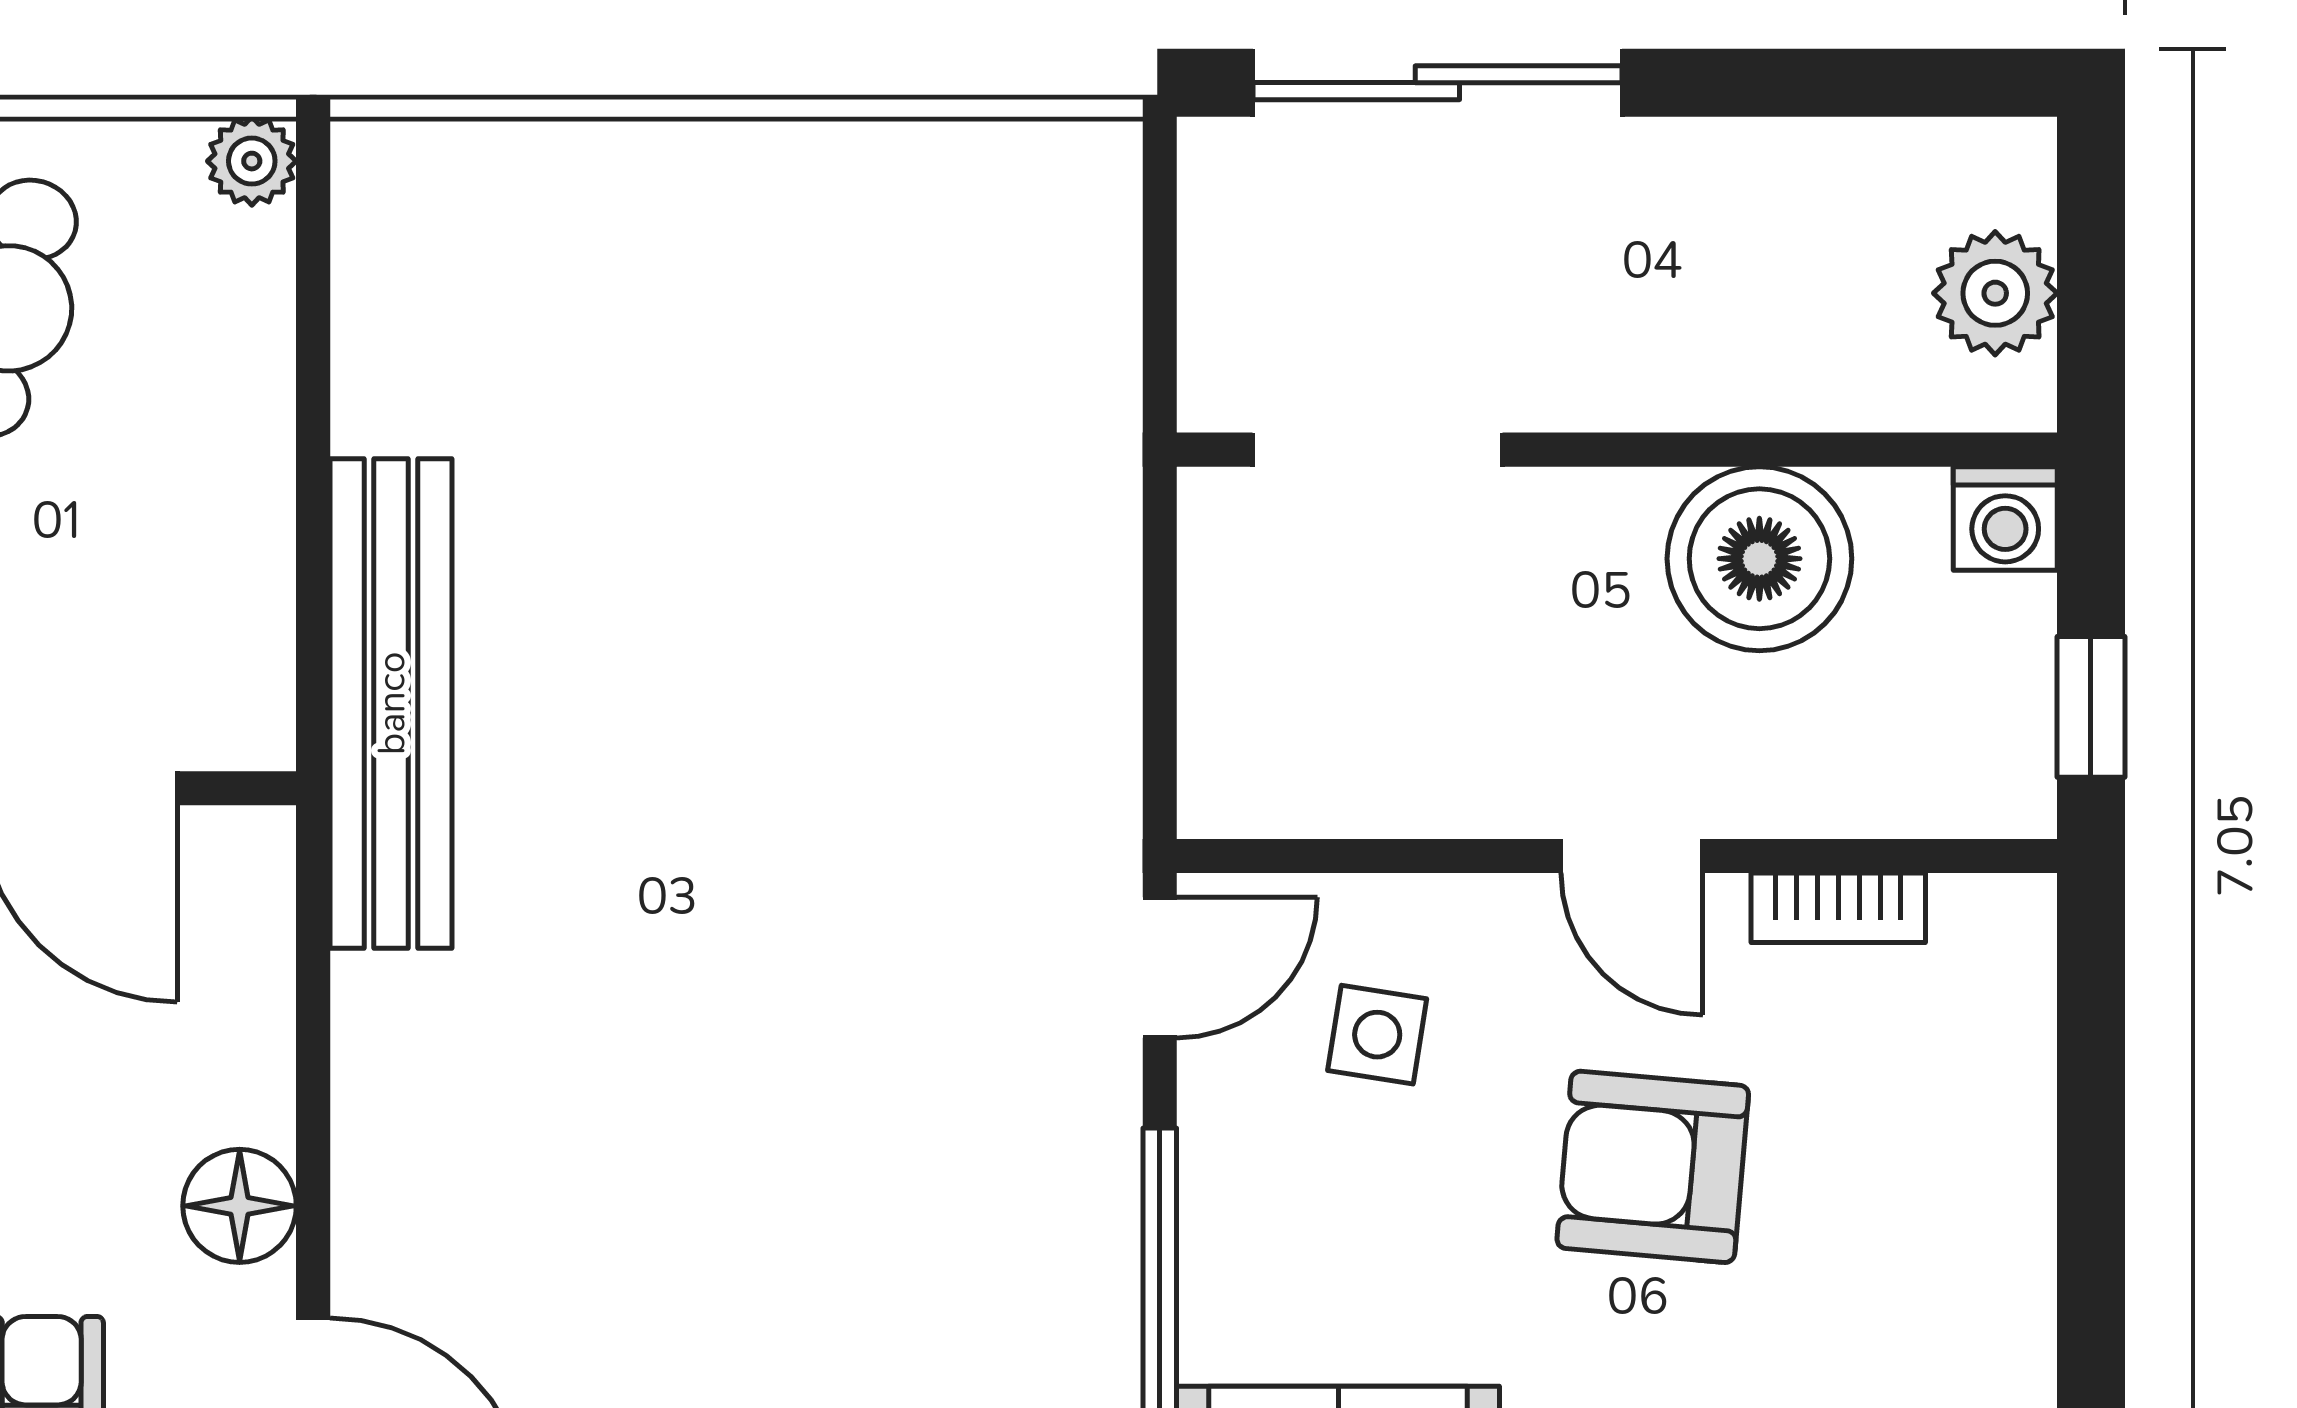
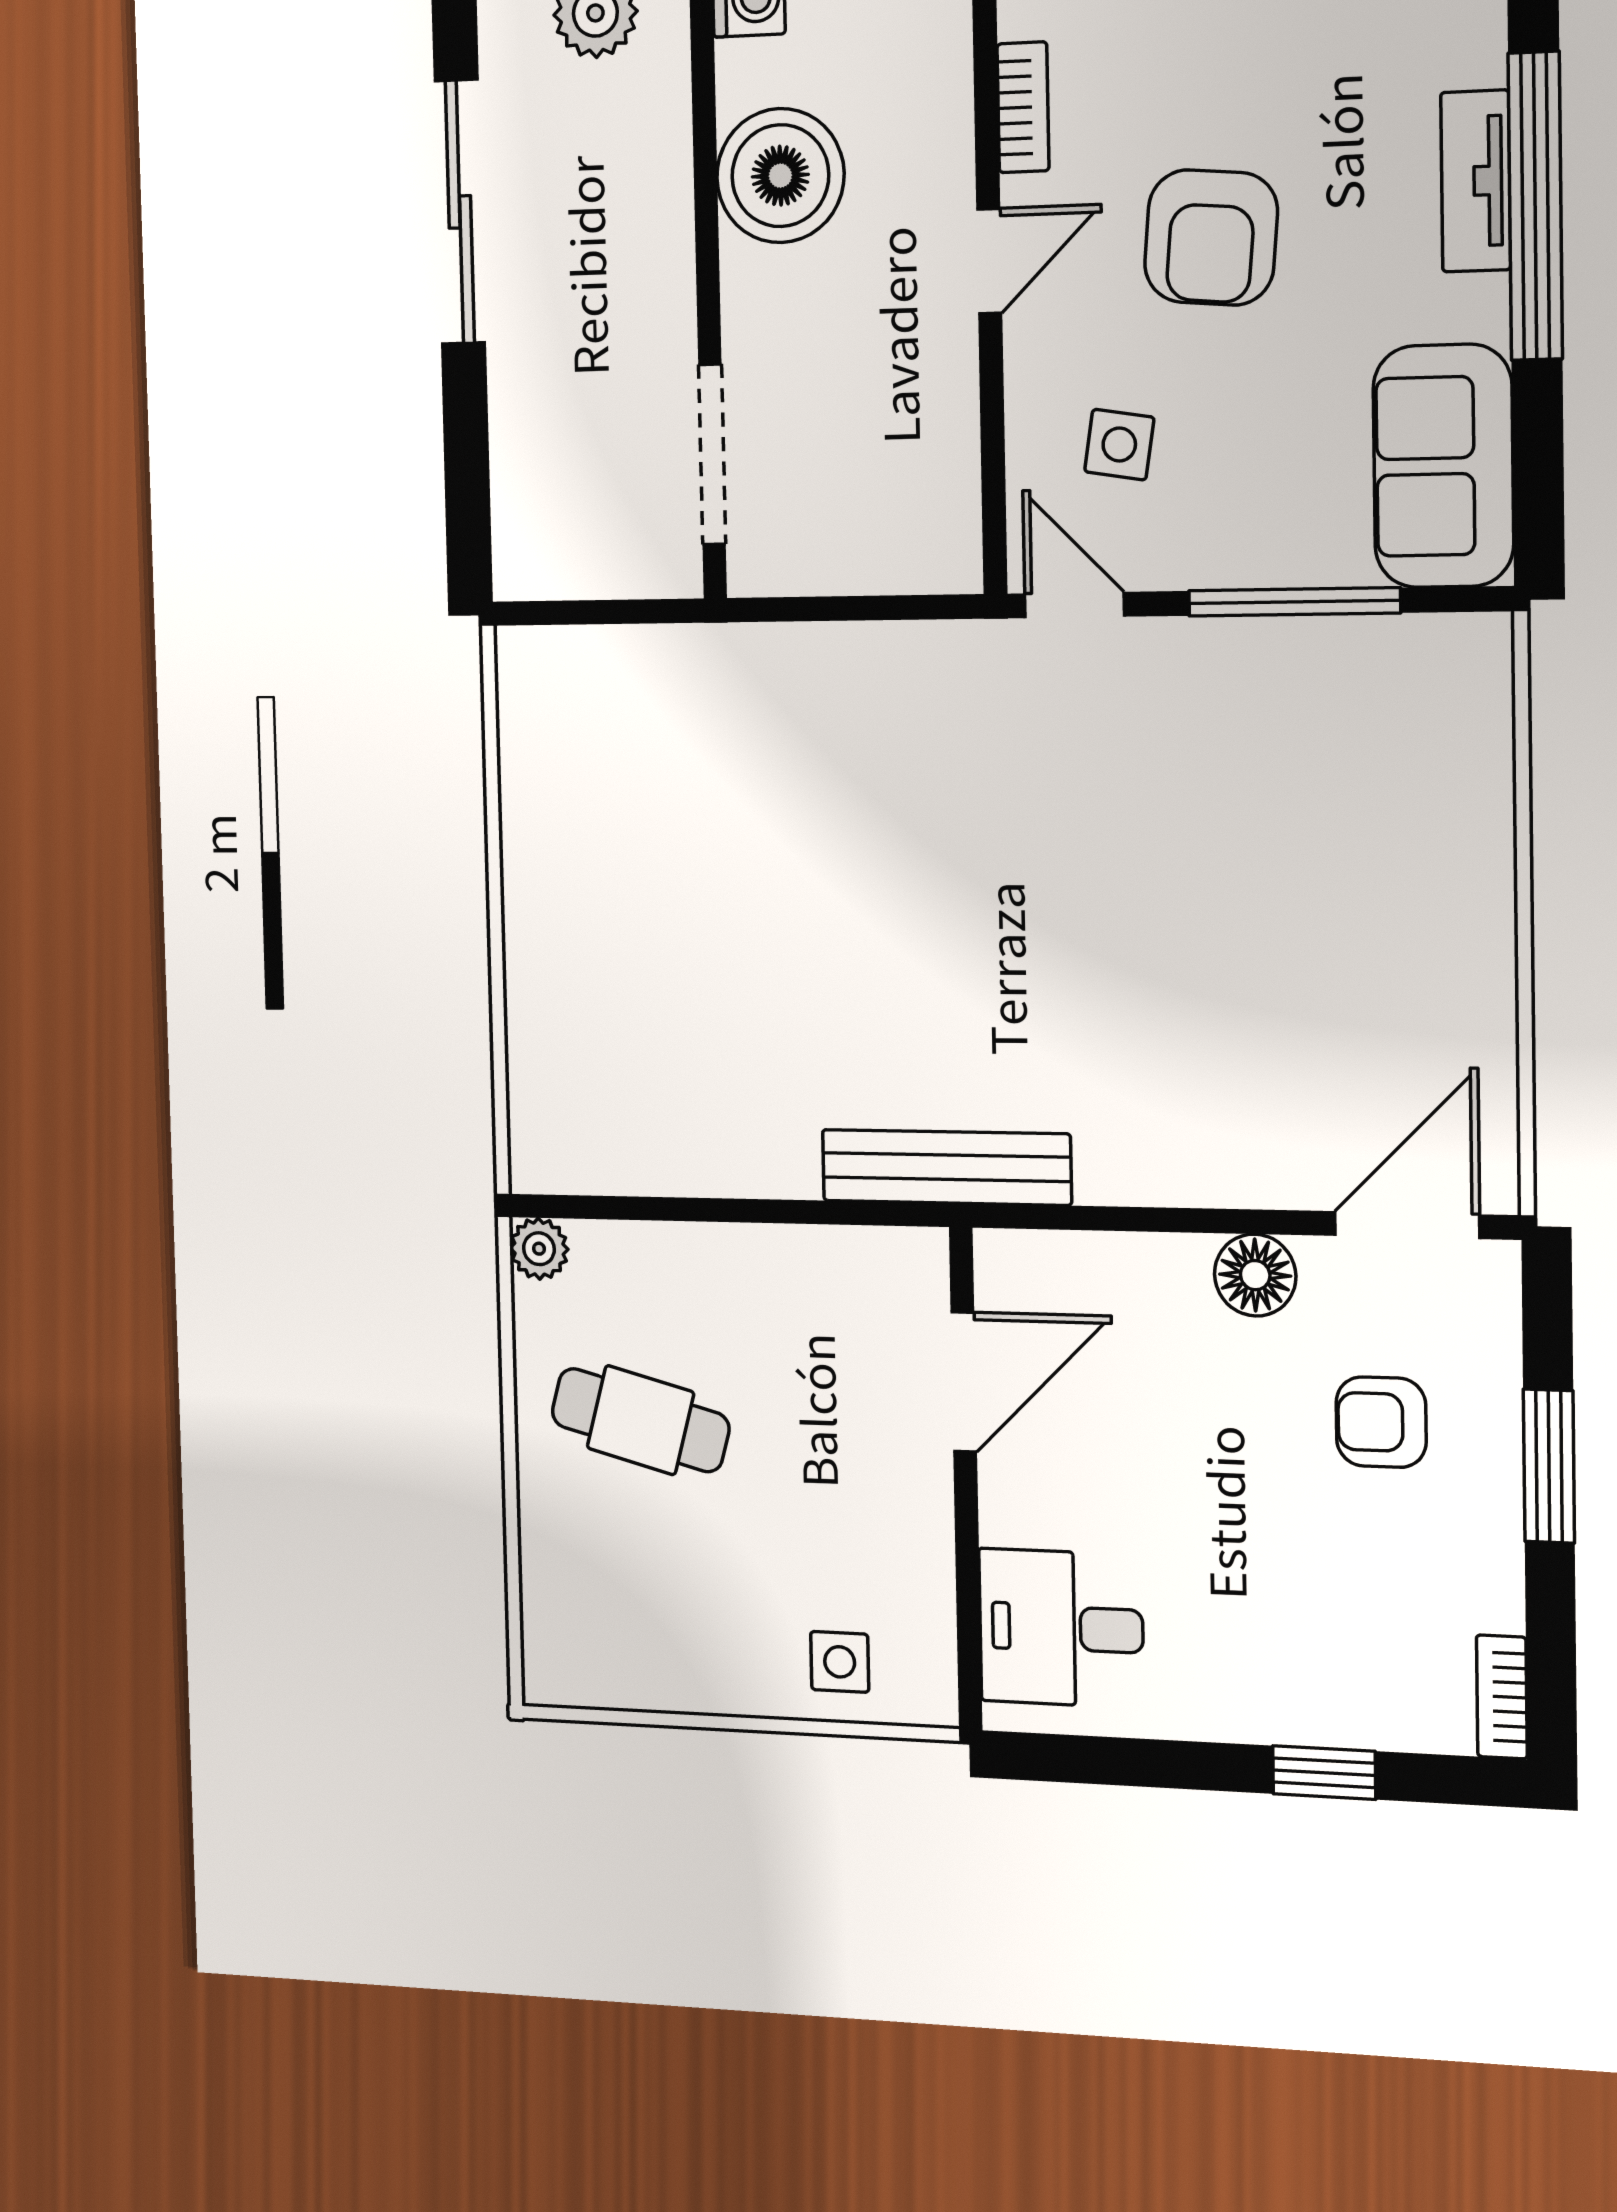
sliding door: (1437, 83) -> (460, 212), moved
bench: (391, 703) -> (946, 1167), width x0.73, depth x0.82

